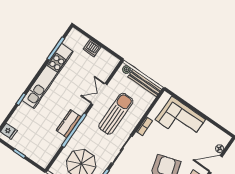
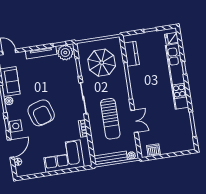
dishwasher: (92, 48) -> (154, 150), moved
kitchen unit: (48, 76) -> (177, 76), moved
kitchen counter: (69, 124) -> (132, 54), moved

